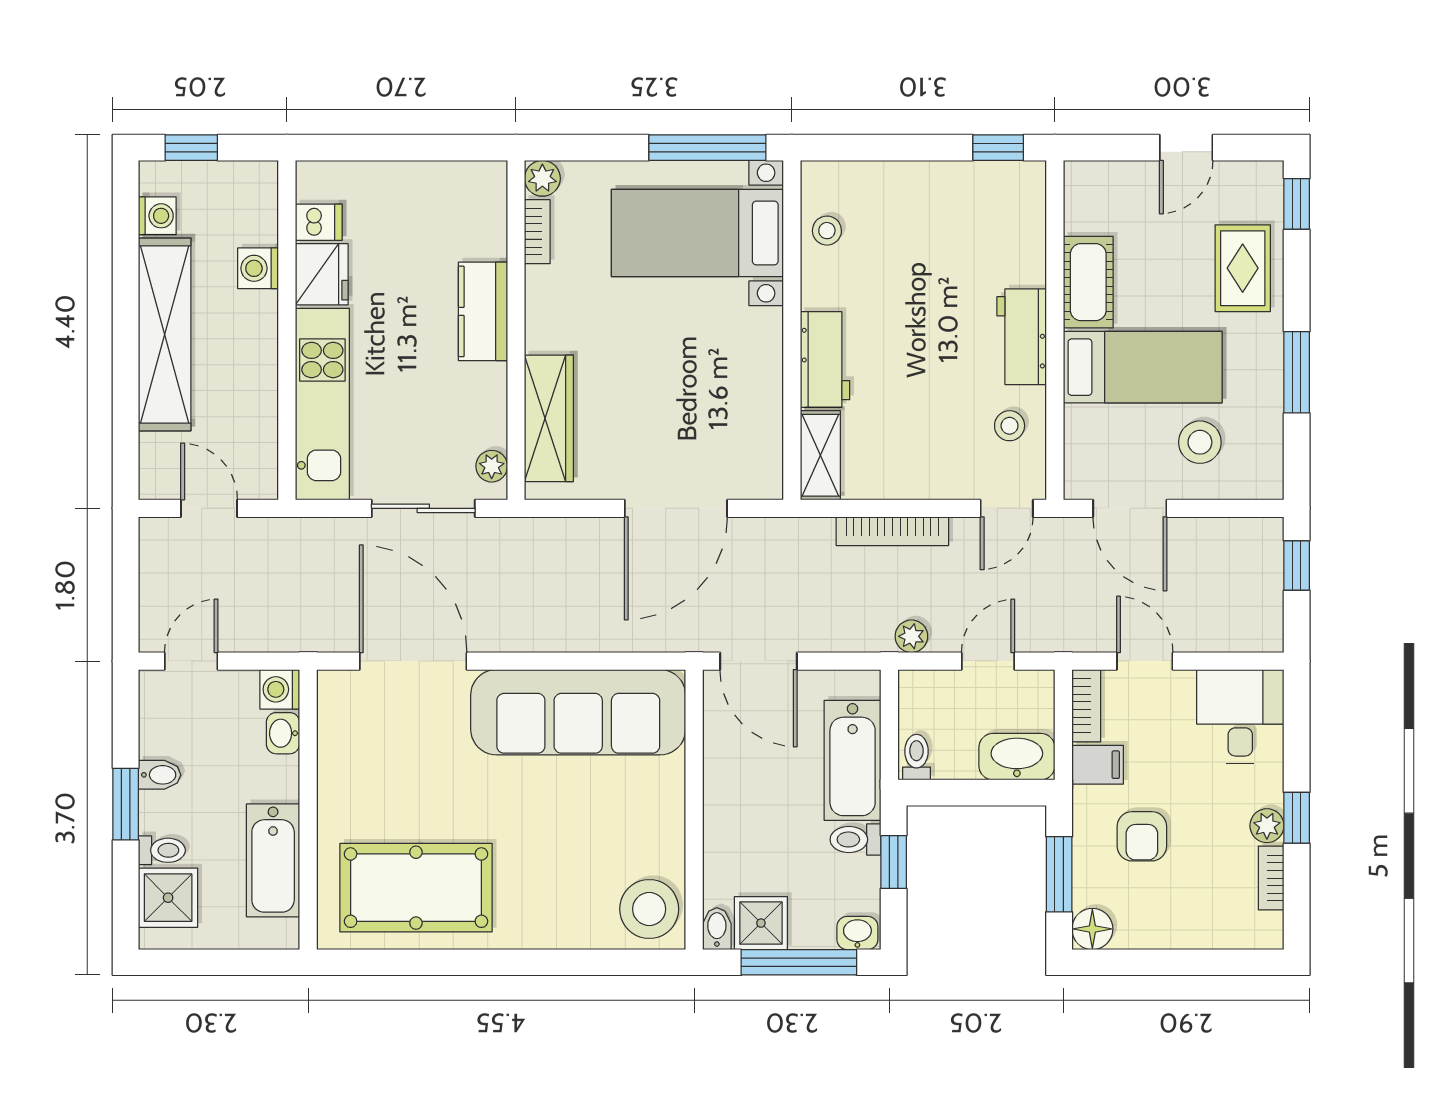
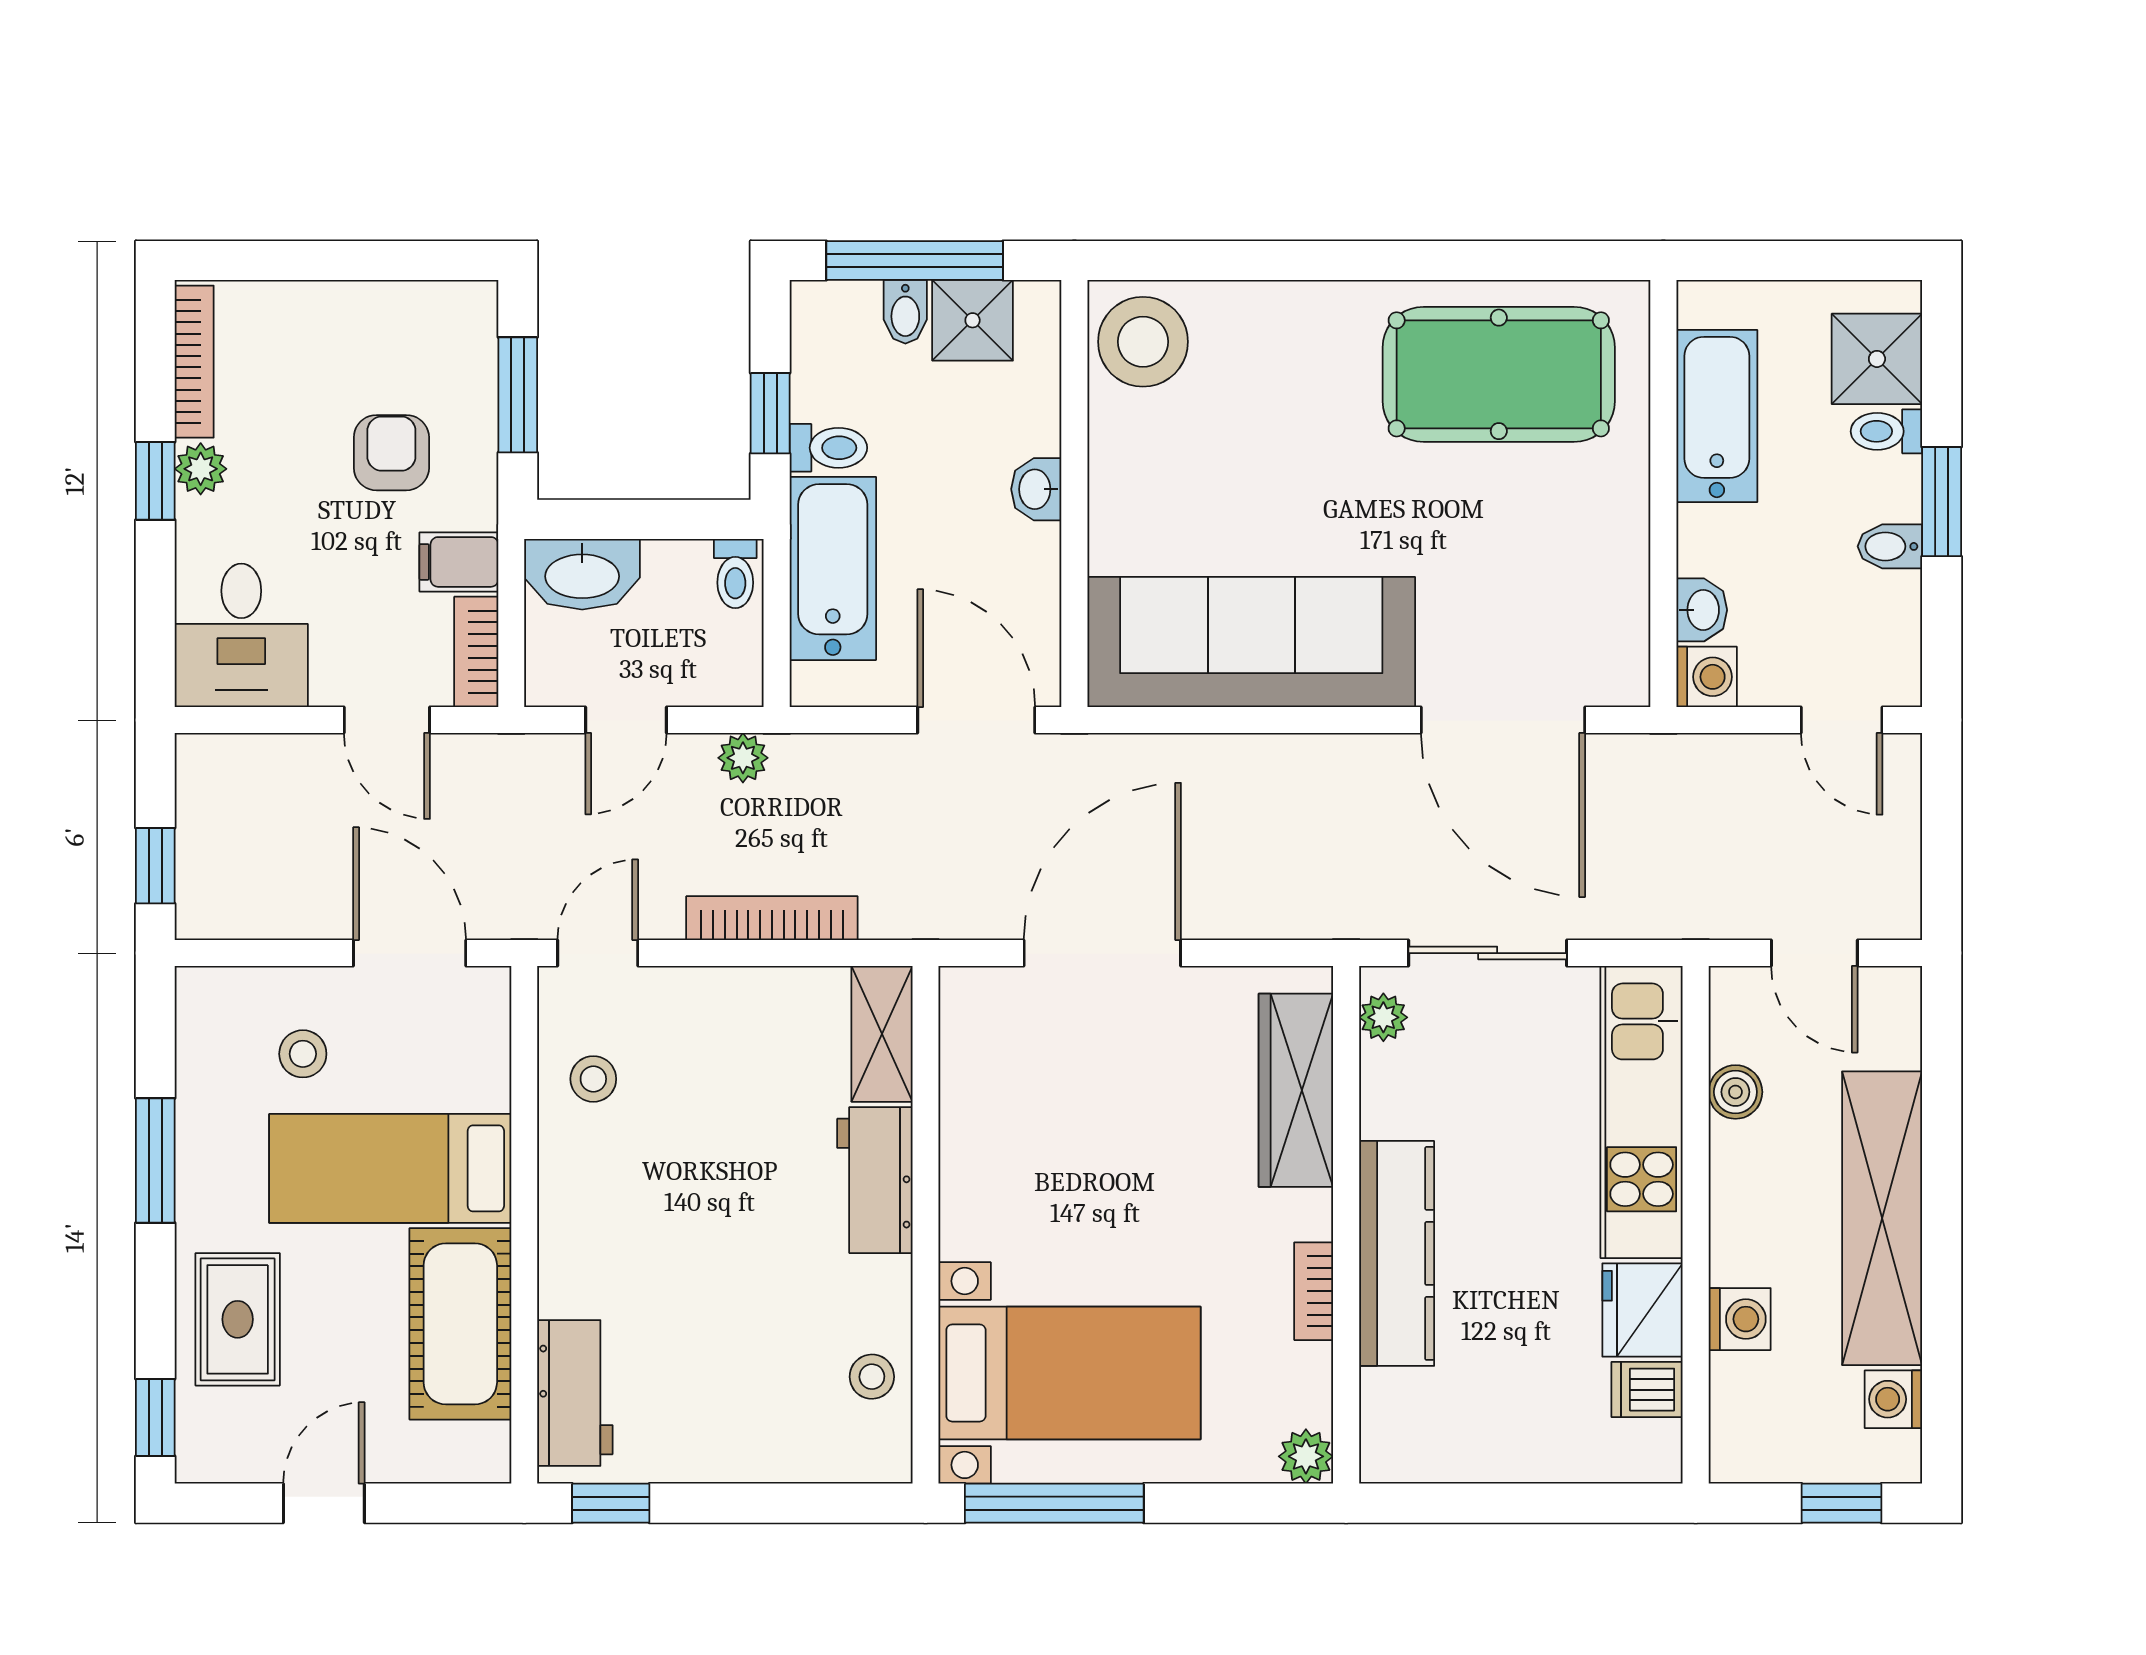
bookcase: (537, 232) -> (1314, 1291), moved
cot: (1088, 282) -> (460, 1324), width x1.37, depth x1.34
kitchen counter: (483, 311) -> (1397, 1253), width x1.50
workbench: (1022, 337) -> (575, 1393), moved
boiler: (261, 417) -> (1735, 1092), added
stool: (1200, 442) -> (303, 1054), width x0.73, depth x0.73
door: (191, 661) -> (1842, 720), hinge flipped
bookcase: (1271, 878) -> (194, 362), width x1.56
bidet: (717, 929) -> (905, 312), moved
floor lamp: (1092, 929) -> (467, 311), removed
washbasin: (857, 933) -> (1036, 489), moved, turned 90

